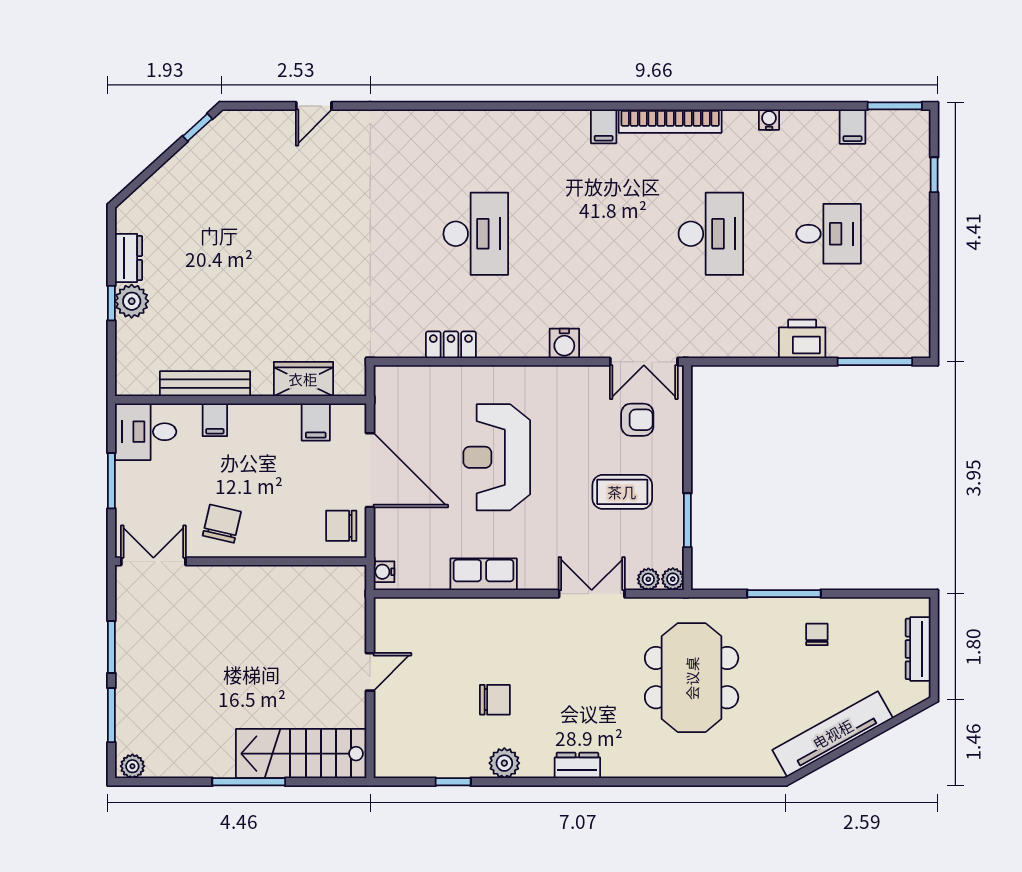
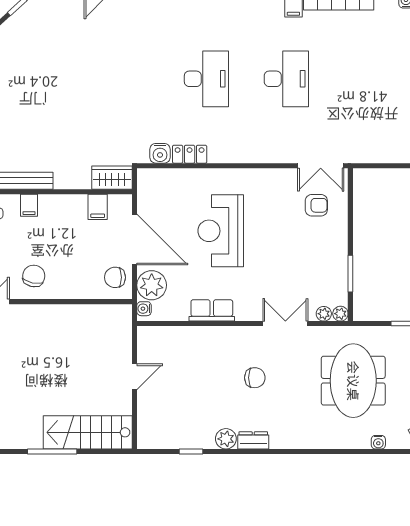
desk: (711, 234) -> (286, 79), moved
water cooler: (564, 343) -> (160, 153), moved
wardrobe: (303, 379) -> (112, 178), moved
coffee table: (622, 492) -> (306, 254), removed
plant: (395, 537) -> (152, 285), added
chair: (495, 700) -> (255, 378), moved
dresser: (577, 765) -> (253, 440), moved
water cooler: (728, 768) -> (378, 442), added

